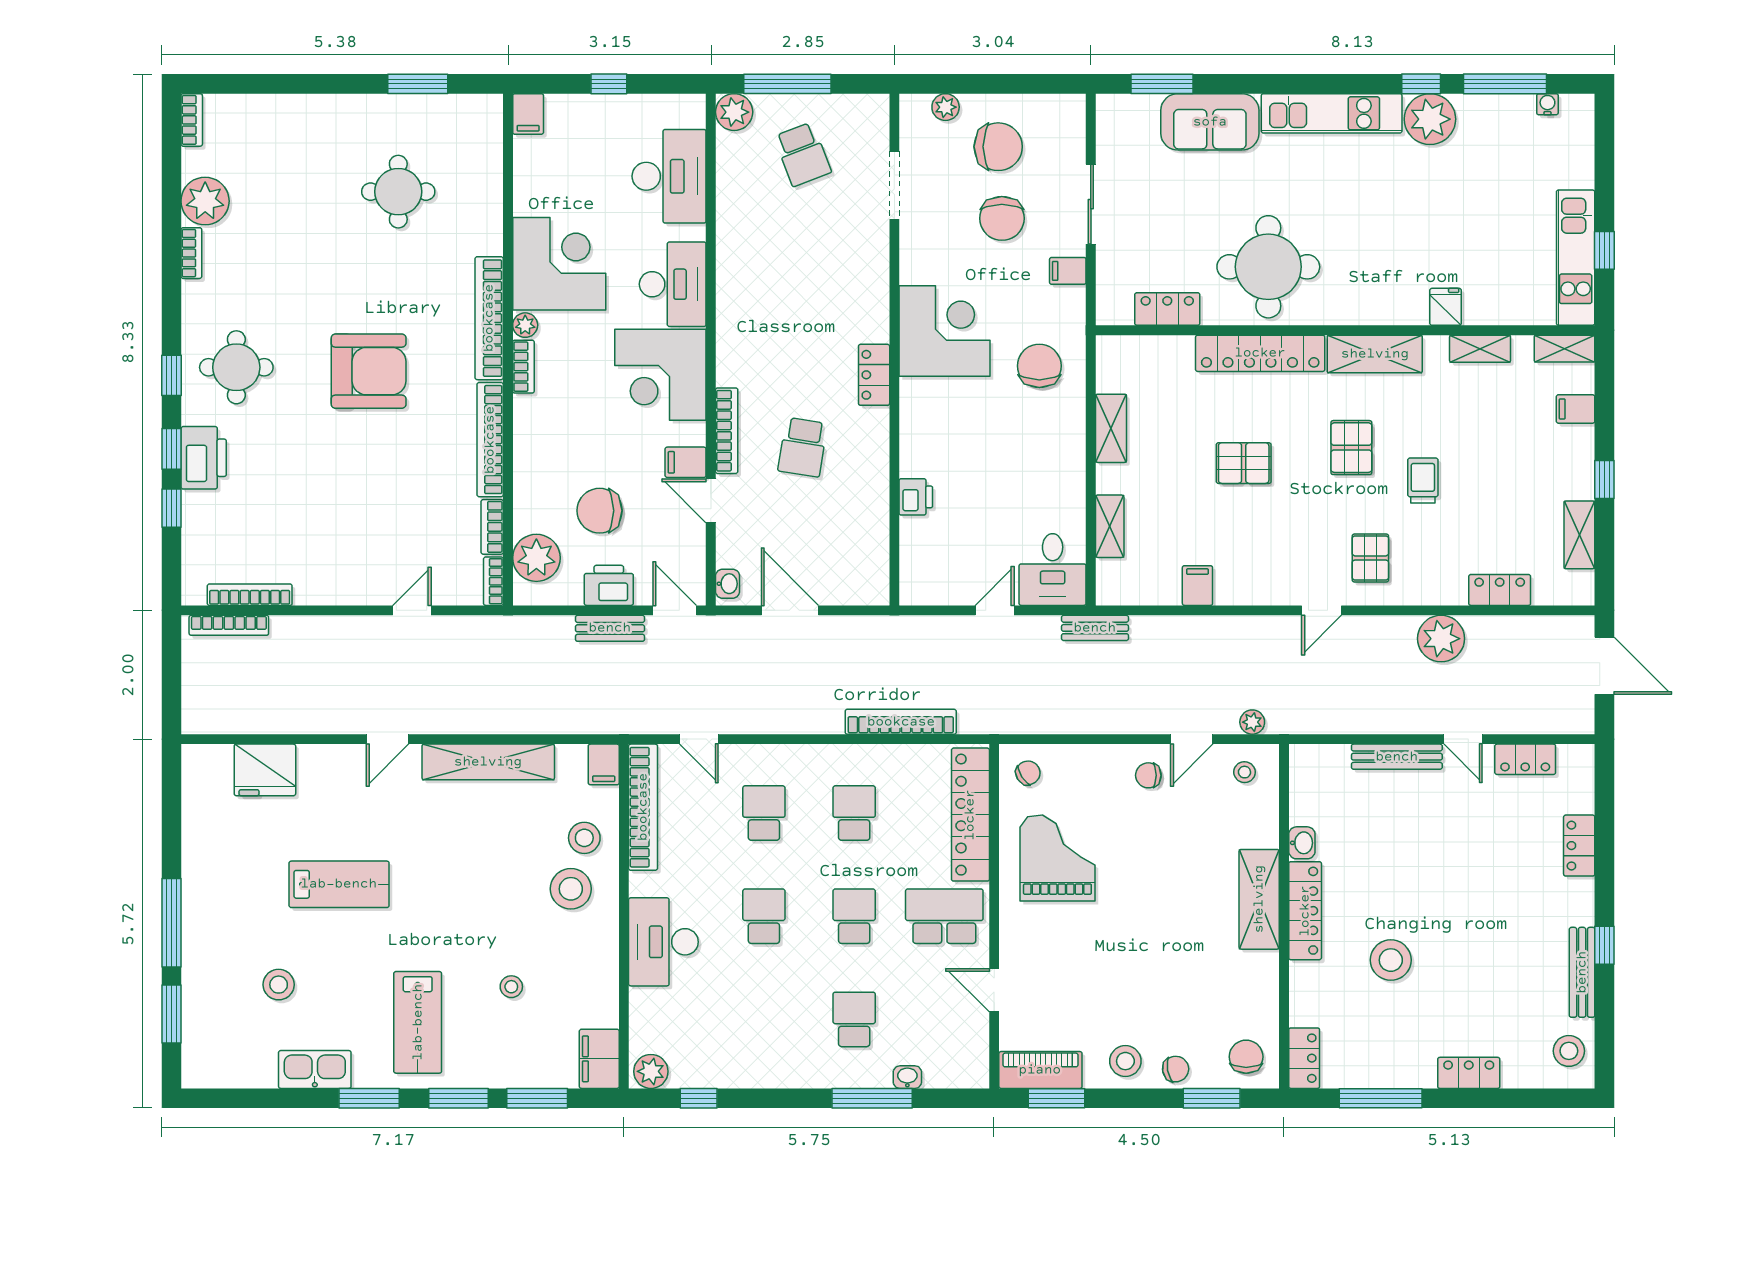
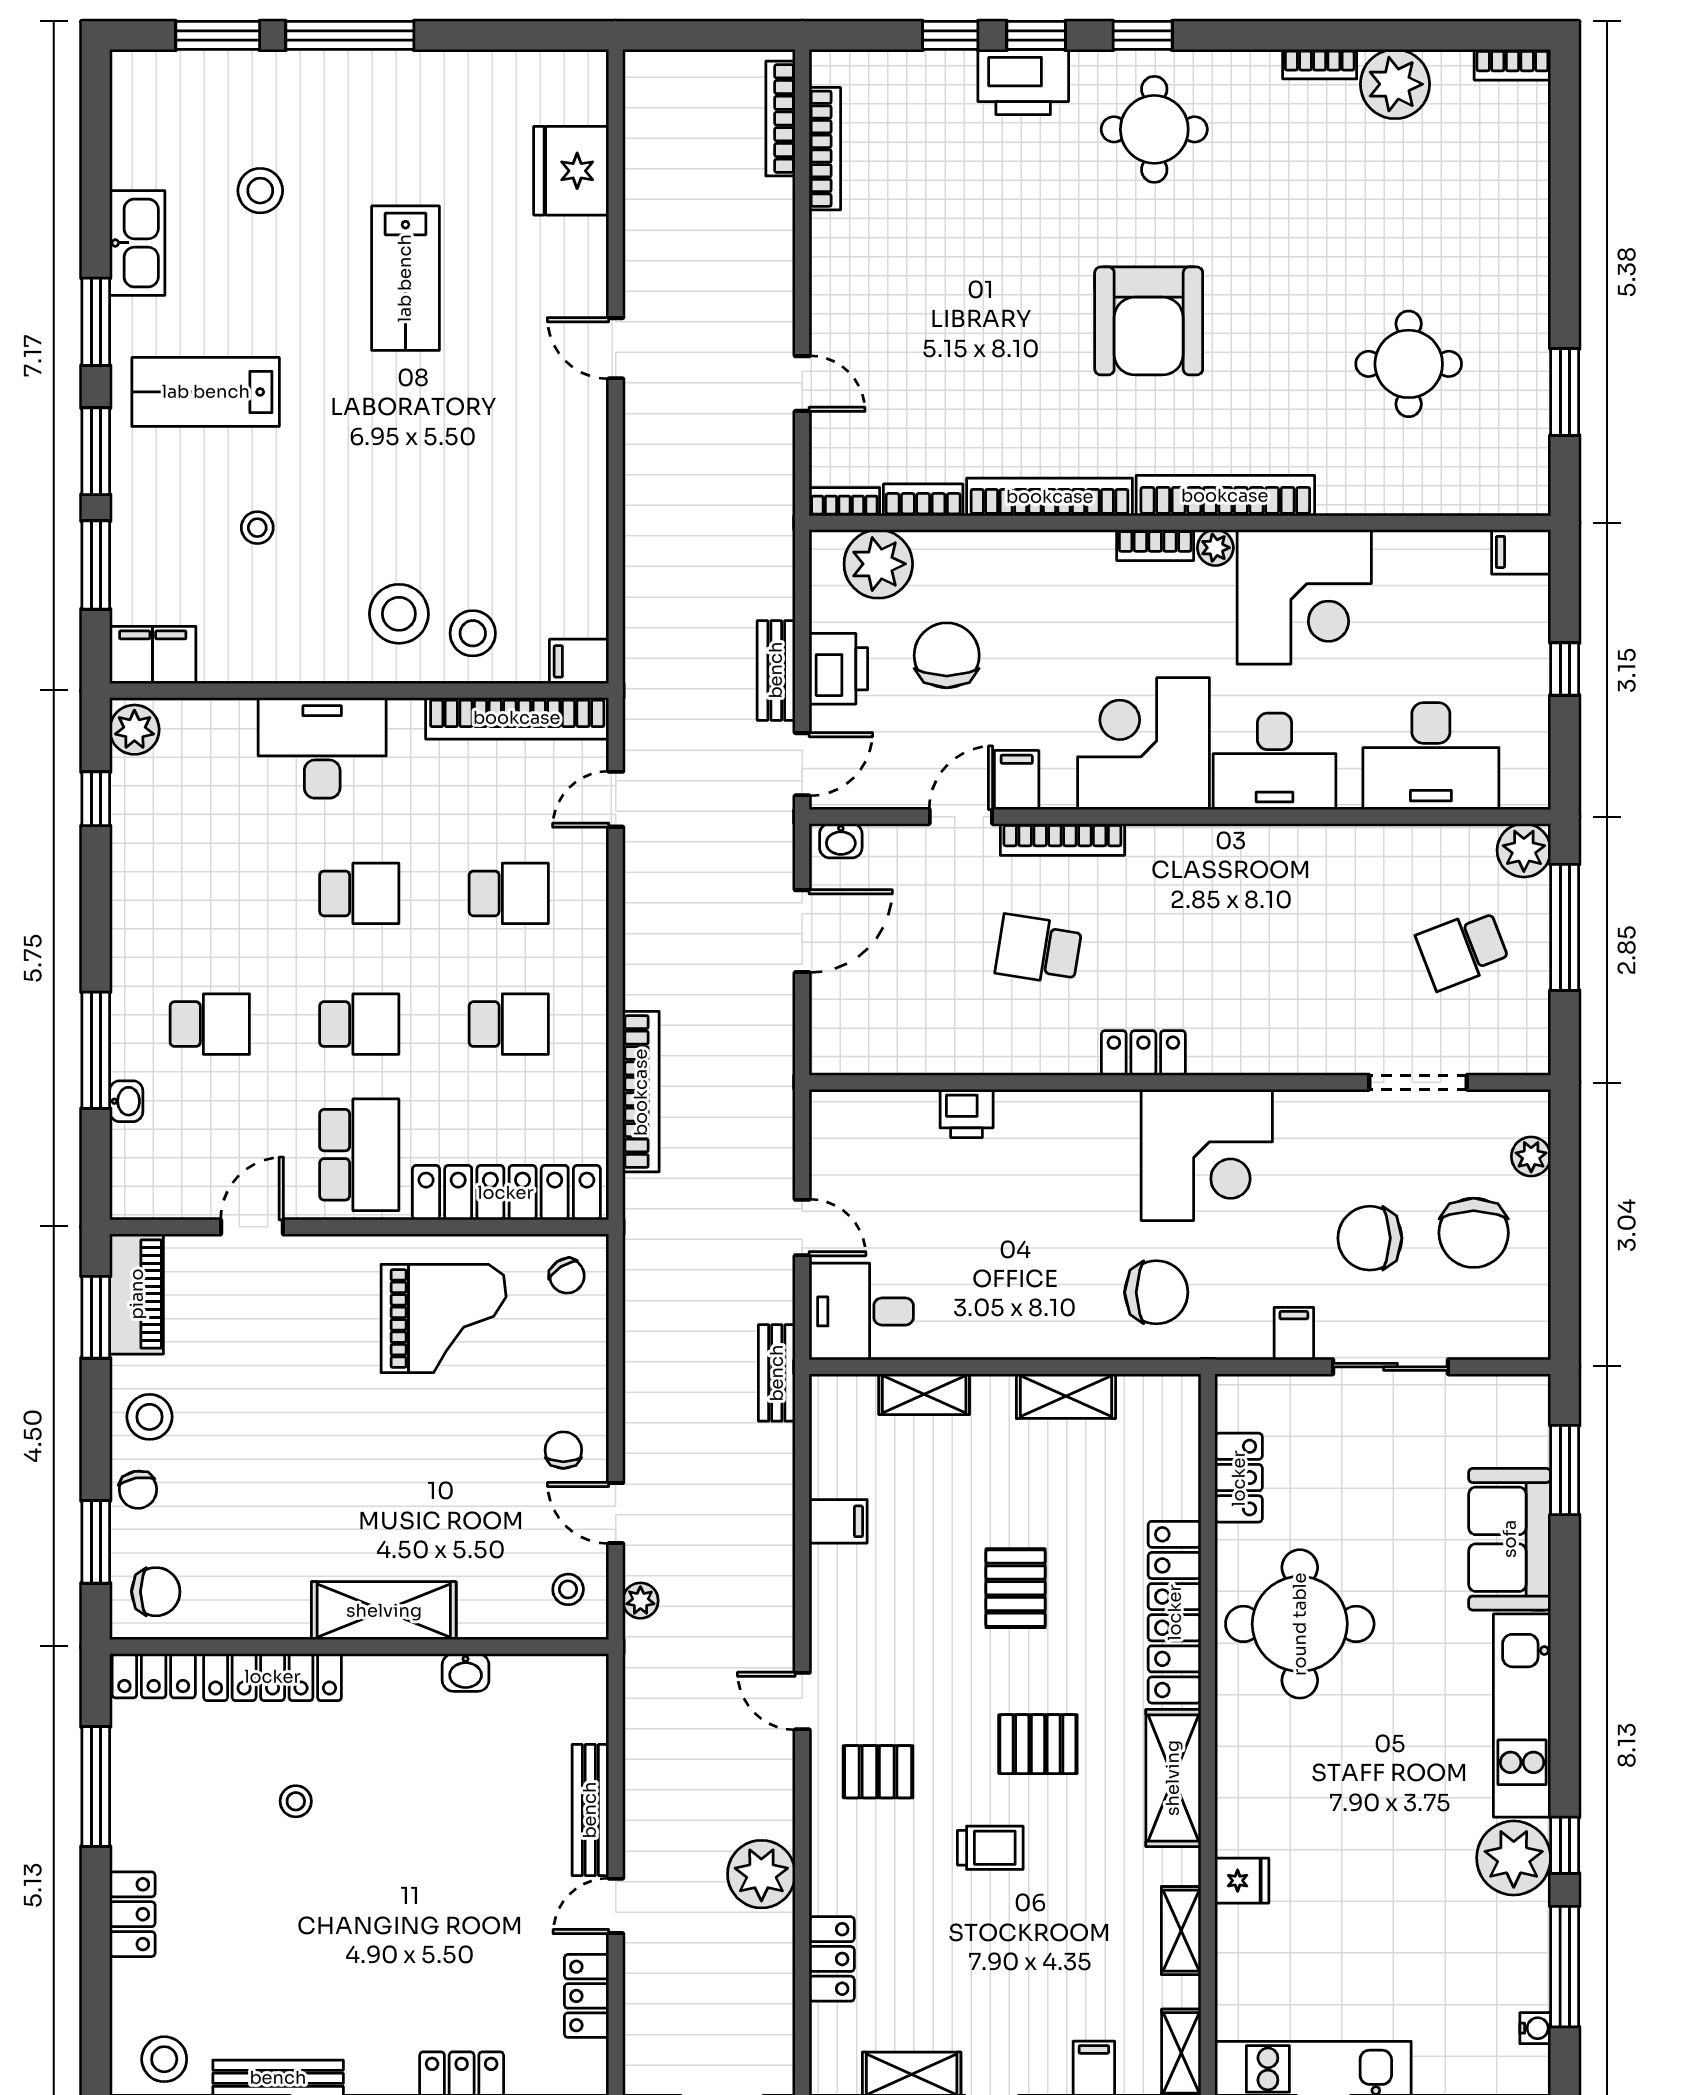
shelving: (488, 762) -> (583, 494), removed
locker: (1305, 911) -> (273, 1677), moved
stool: (1391, 960) -> (296, 1801), width x0.53, depth x0.53

